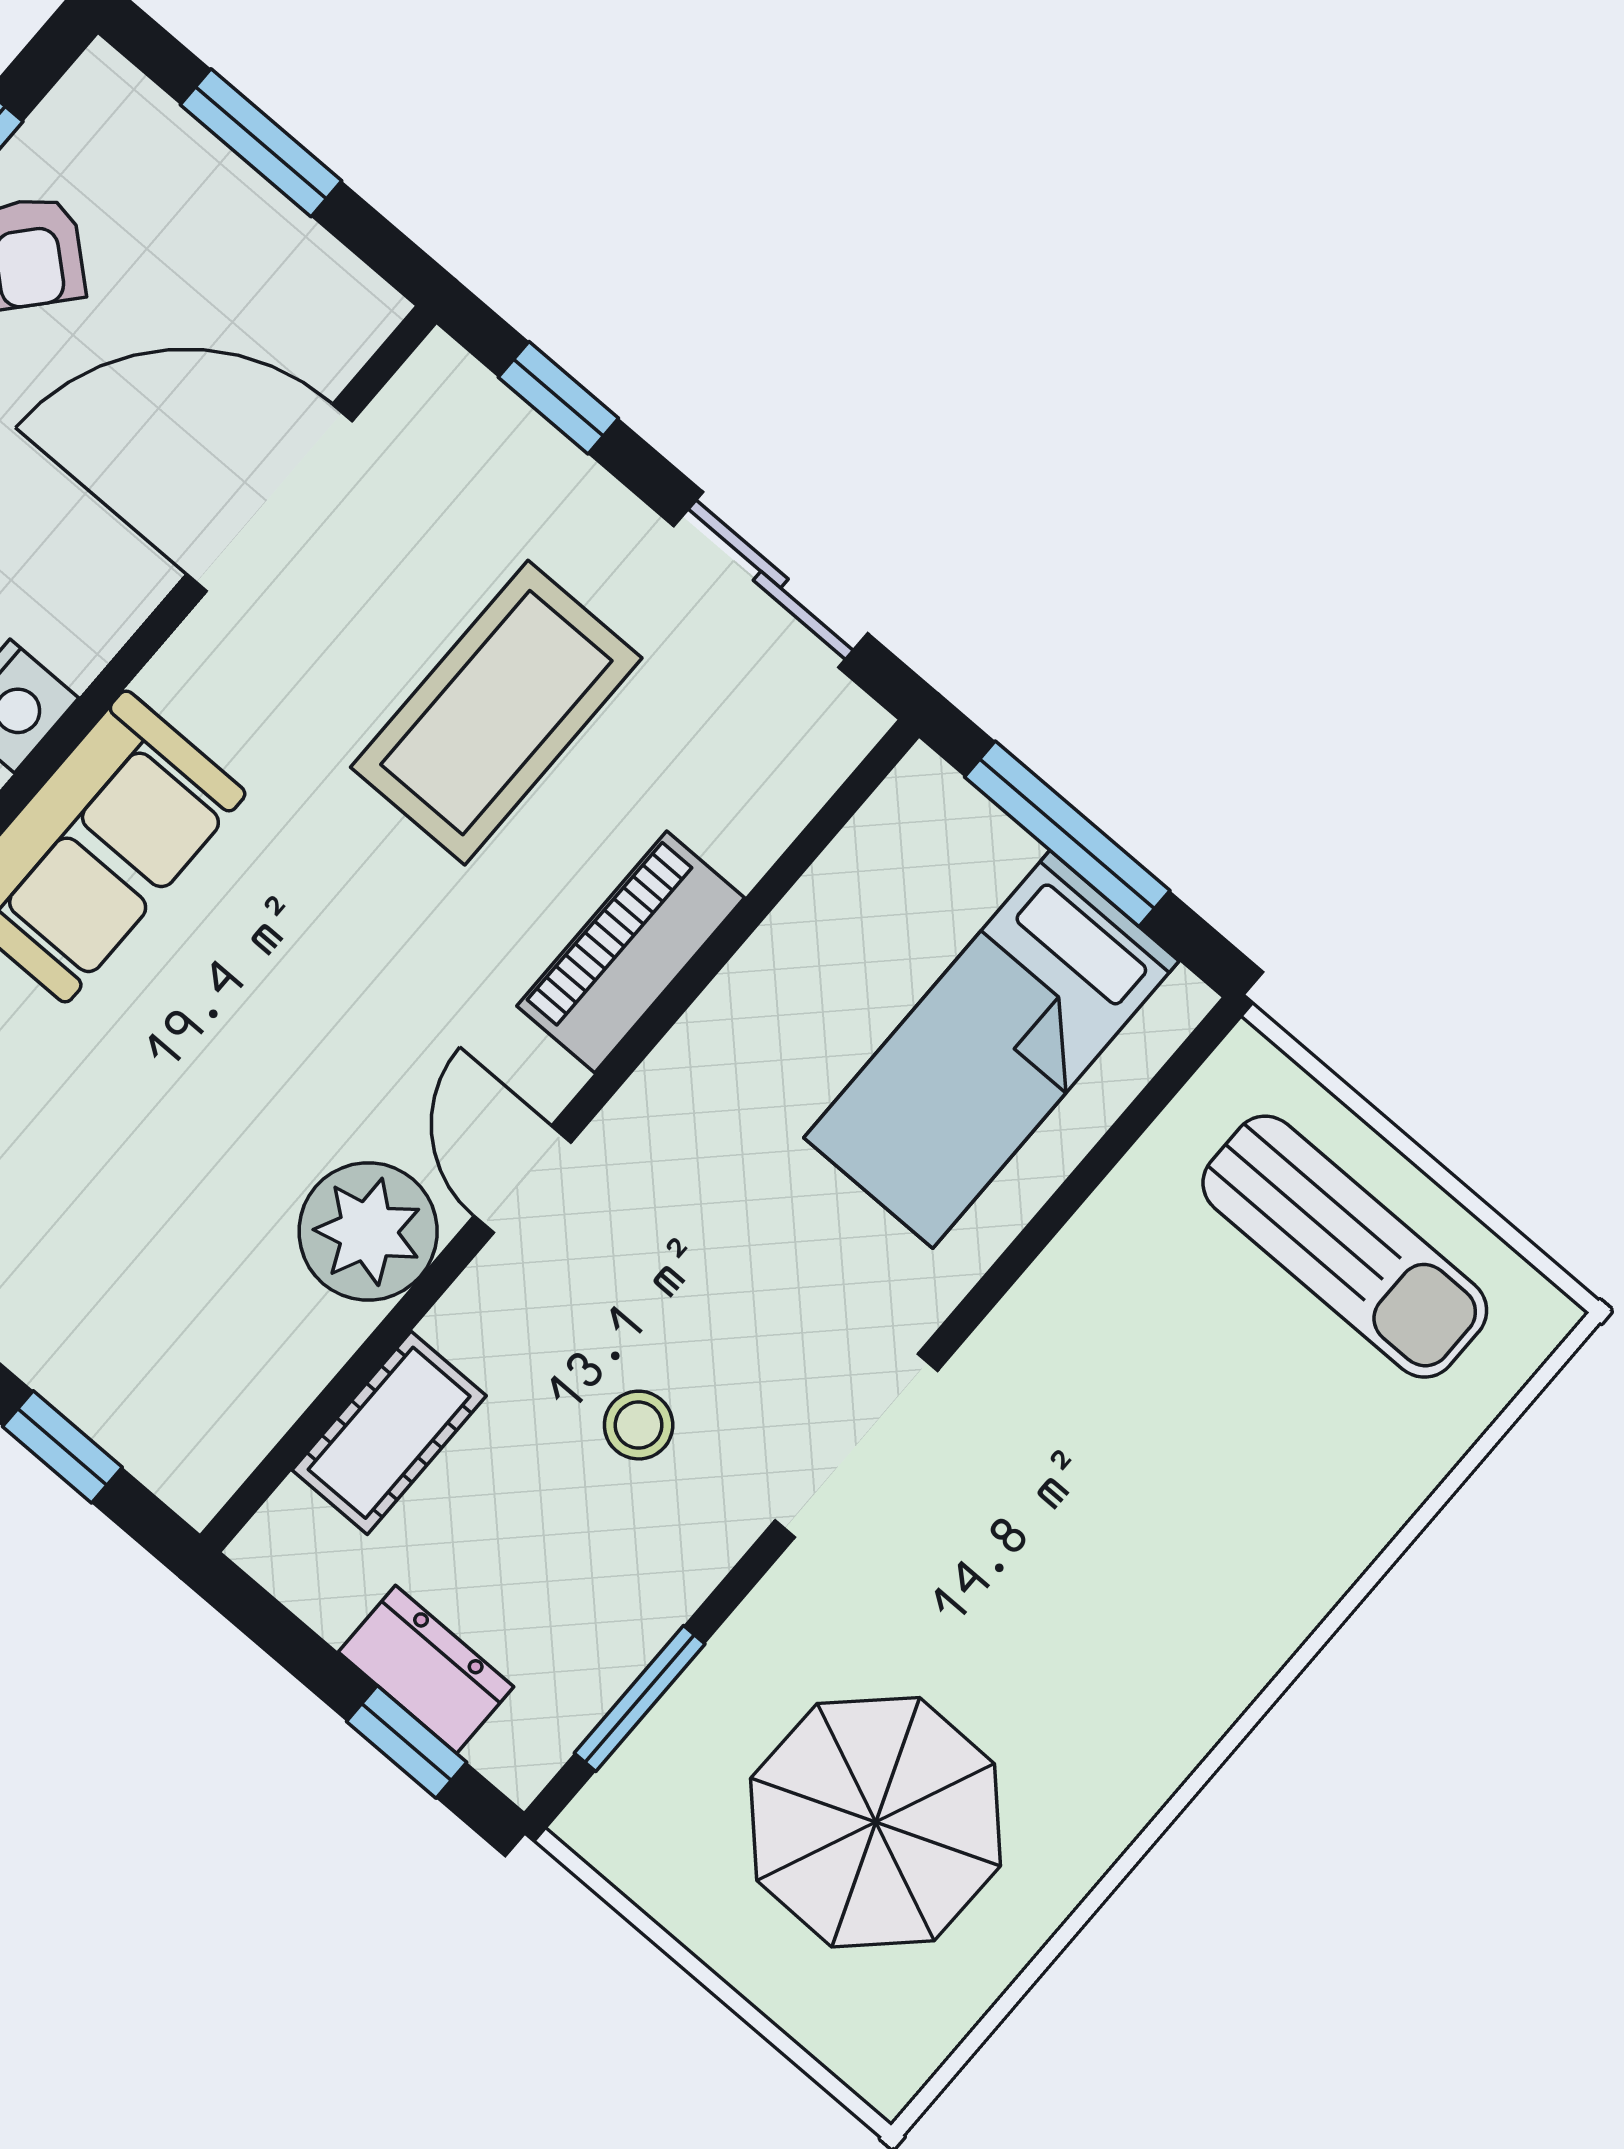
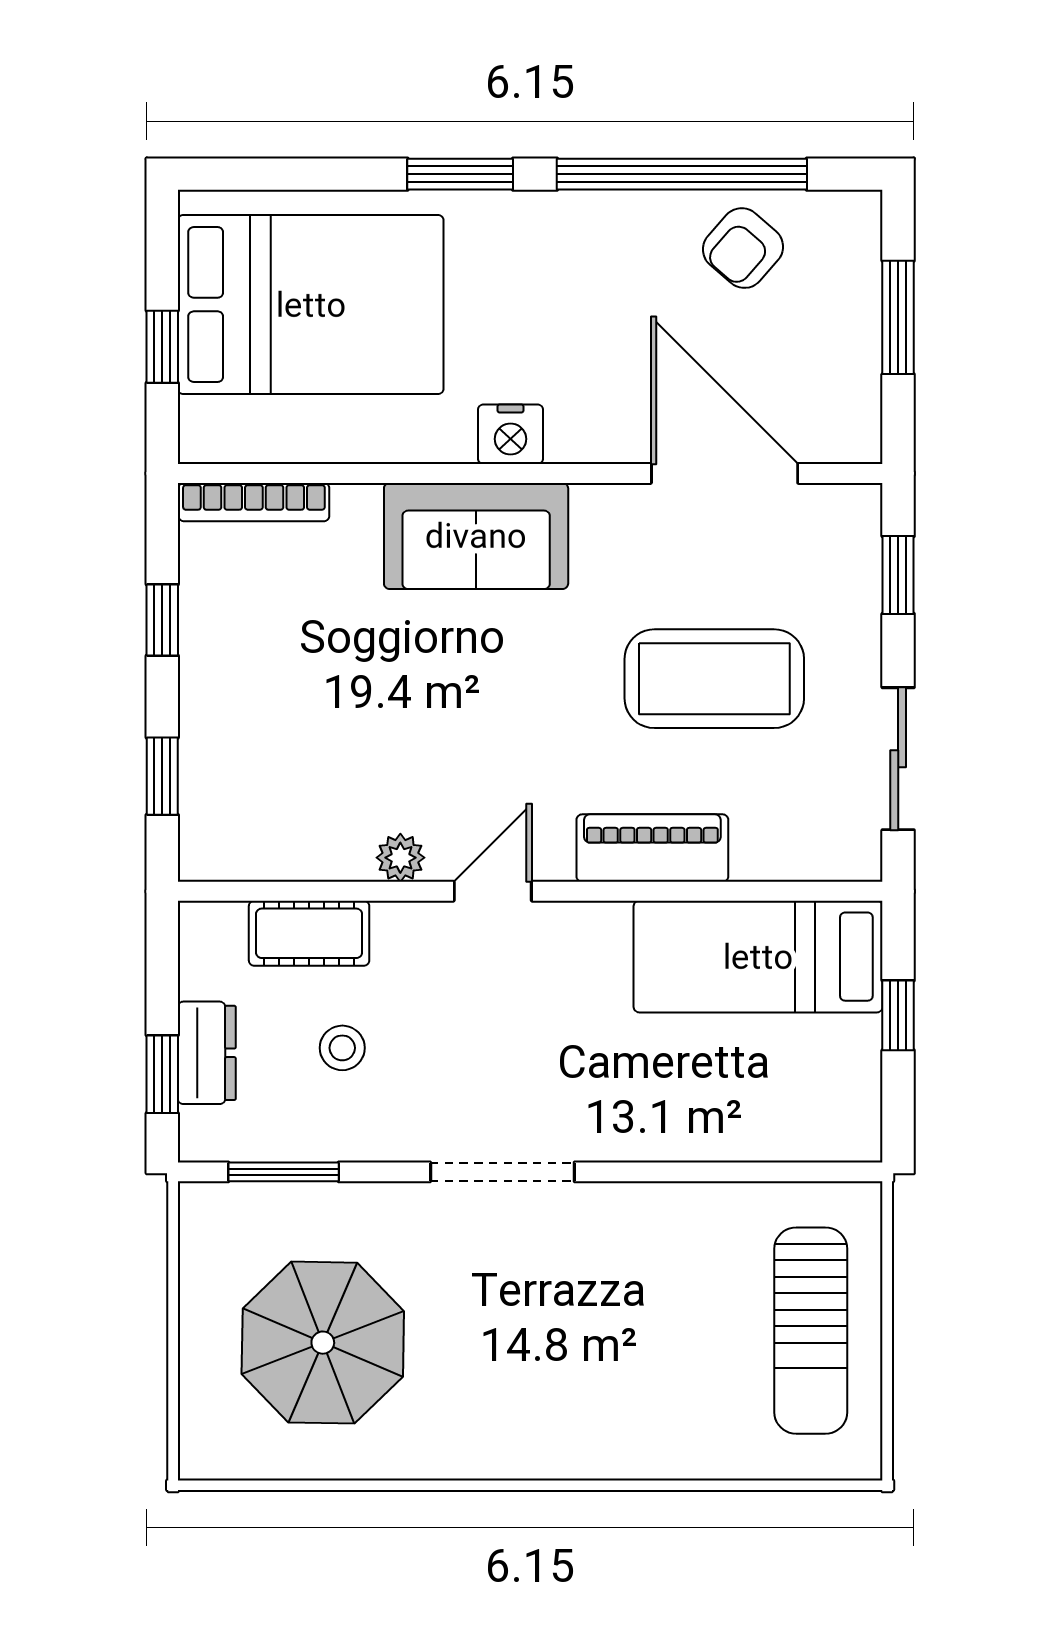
window: (1067, 834) -> (898, 1015), width x0.46
bed: (991, 1049) -> (758, 957), moved
plant: (368, 1231) -> (400, 858), width x0.53, depth x0.53
stool: (639, 1425) -> (342, 1048), moved

